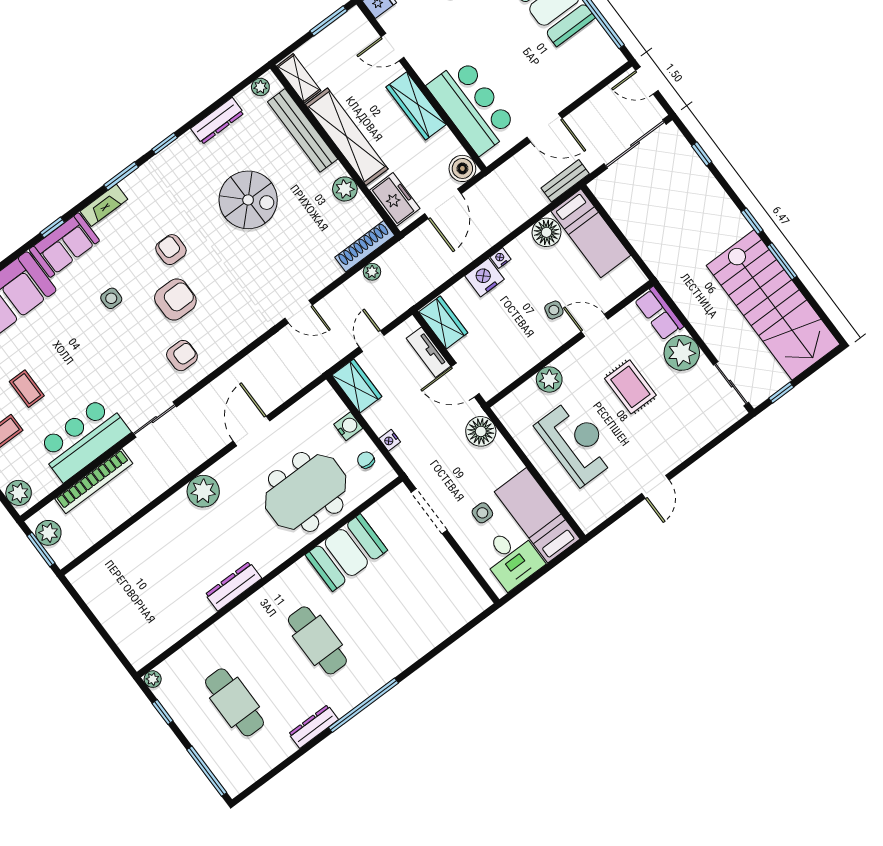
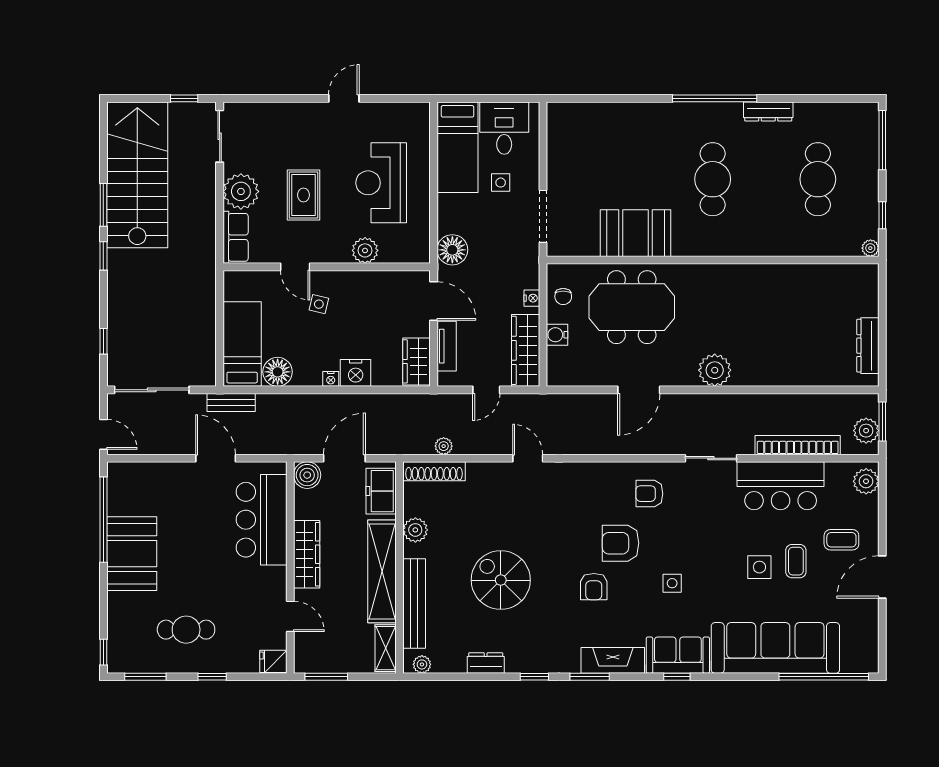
dresser: (217, 121) -> (486, 663), width x0.70
fireplace: (104, 205) -> (613, 660), width x1.37, depth x1.32
side table: (52, 363) -> (759, 567), added
wardrobe: (357, 386) -> (526, 350), width x1.50
dresser: (233, 586) -> (868, 346), moved, turned 90

